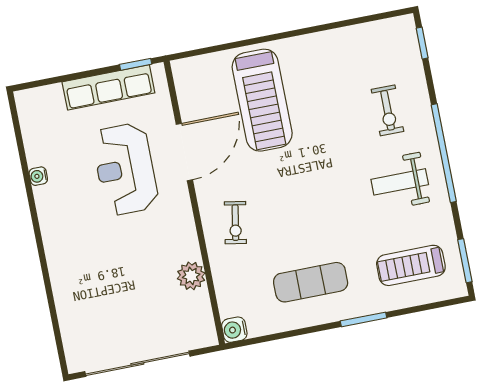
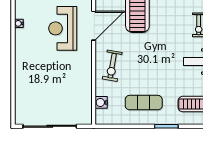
exercise bike: (235, 223) -> (112, 66), width x1.38, depth x1.39
plant: (191, 276) -> (85, 88), removed
water cooler: (234, 330) -> (101, 102), moved

